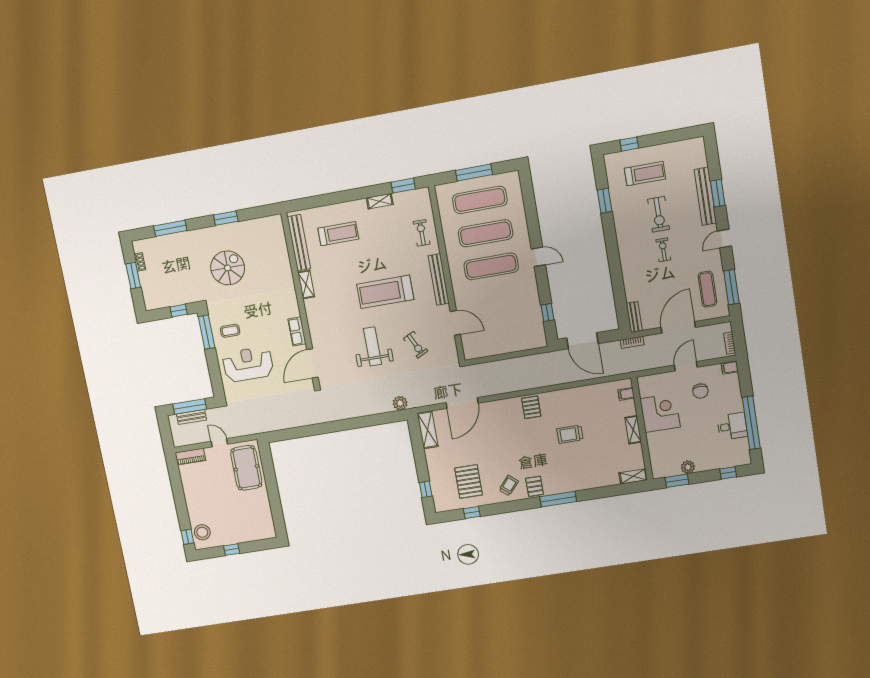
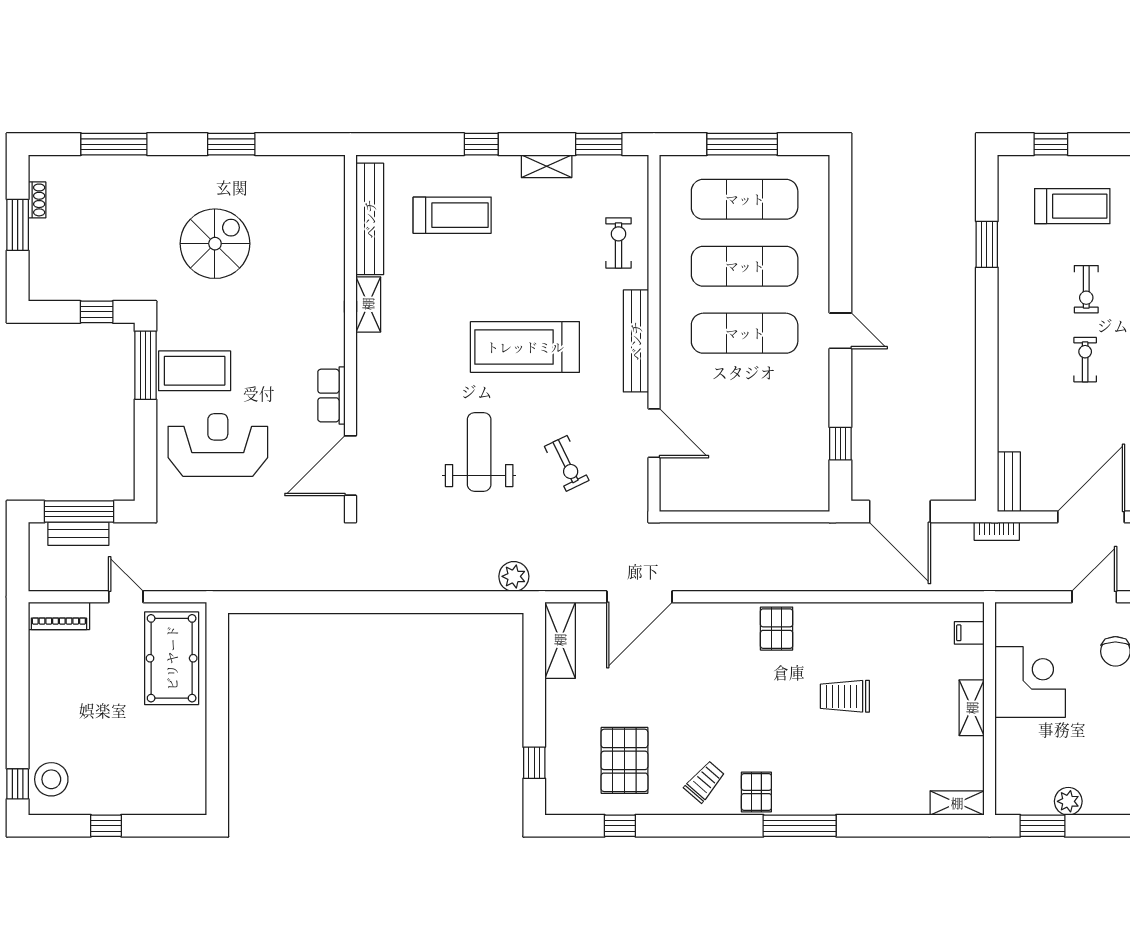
window: (346, 196) -> (481, 144), added
exercise bike: (659, 214) -> (1086, 289), width x0.73, depth x0.72
coffee table: (230, 331) -> (195, 371), width x1.86, depth x1.72

